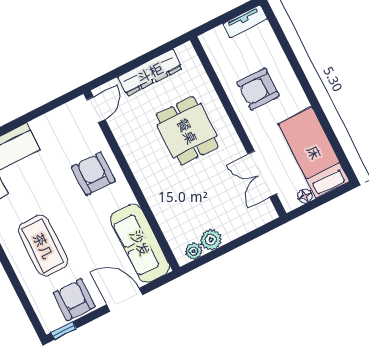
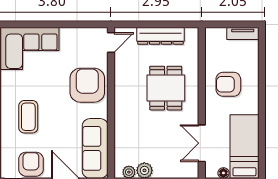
armchair: (93, 174) -> (87, 85), width x1.36, depth x1.36
coffee table: (43, 246) -> (28, 117), width x0.73, depth x0.76

